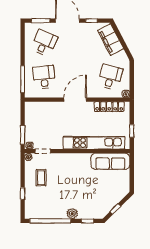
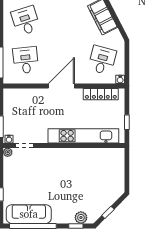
desk: (44, 43) -> (26, 21), turned -42
sofa: (110, 161) -> (29, 214), moved, turned 180
coffee table: (41, 178) -> (22, 176), removed
plant: (72, 214) -> (81, 218), moved

